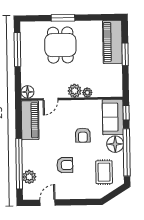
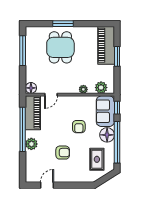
plant: (75, 91) -> (101, 88), moved
window: (19, 164) -> (23, 129), moved
plant: (29, 177) -> (31, 144), moved

